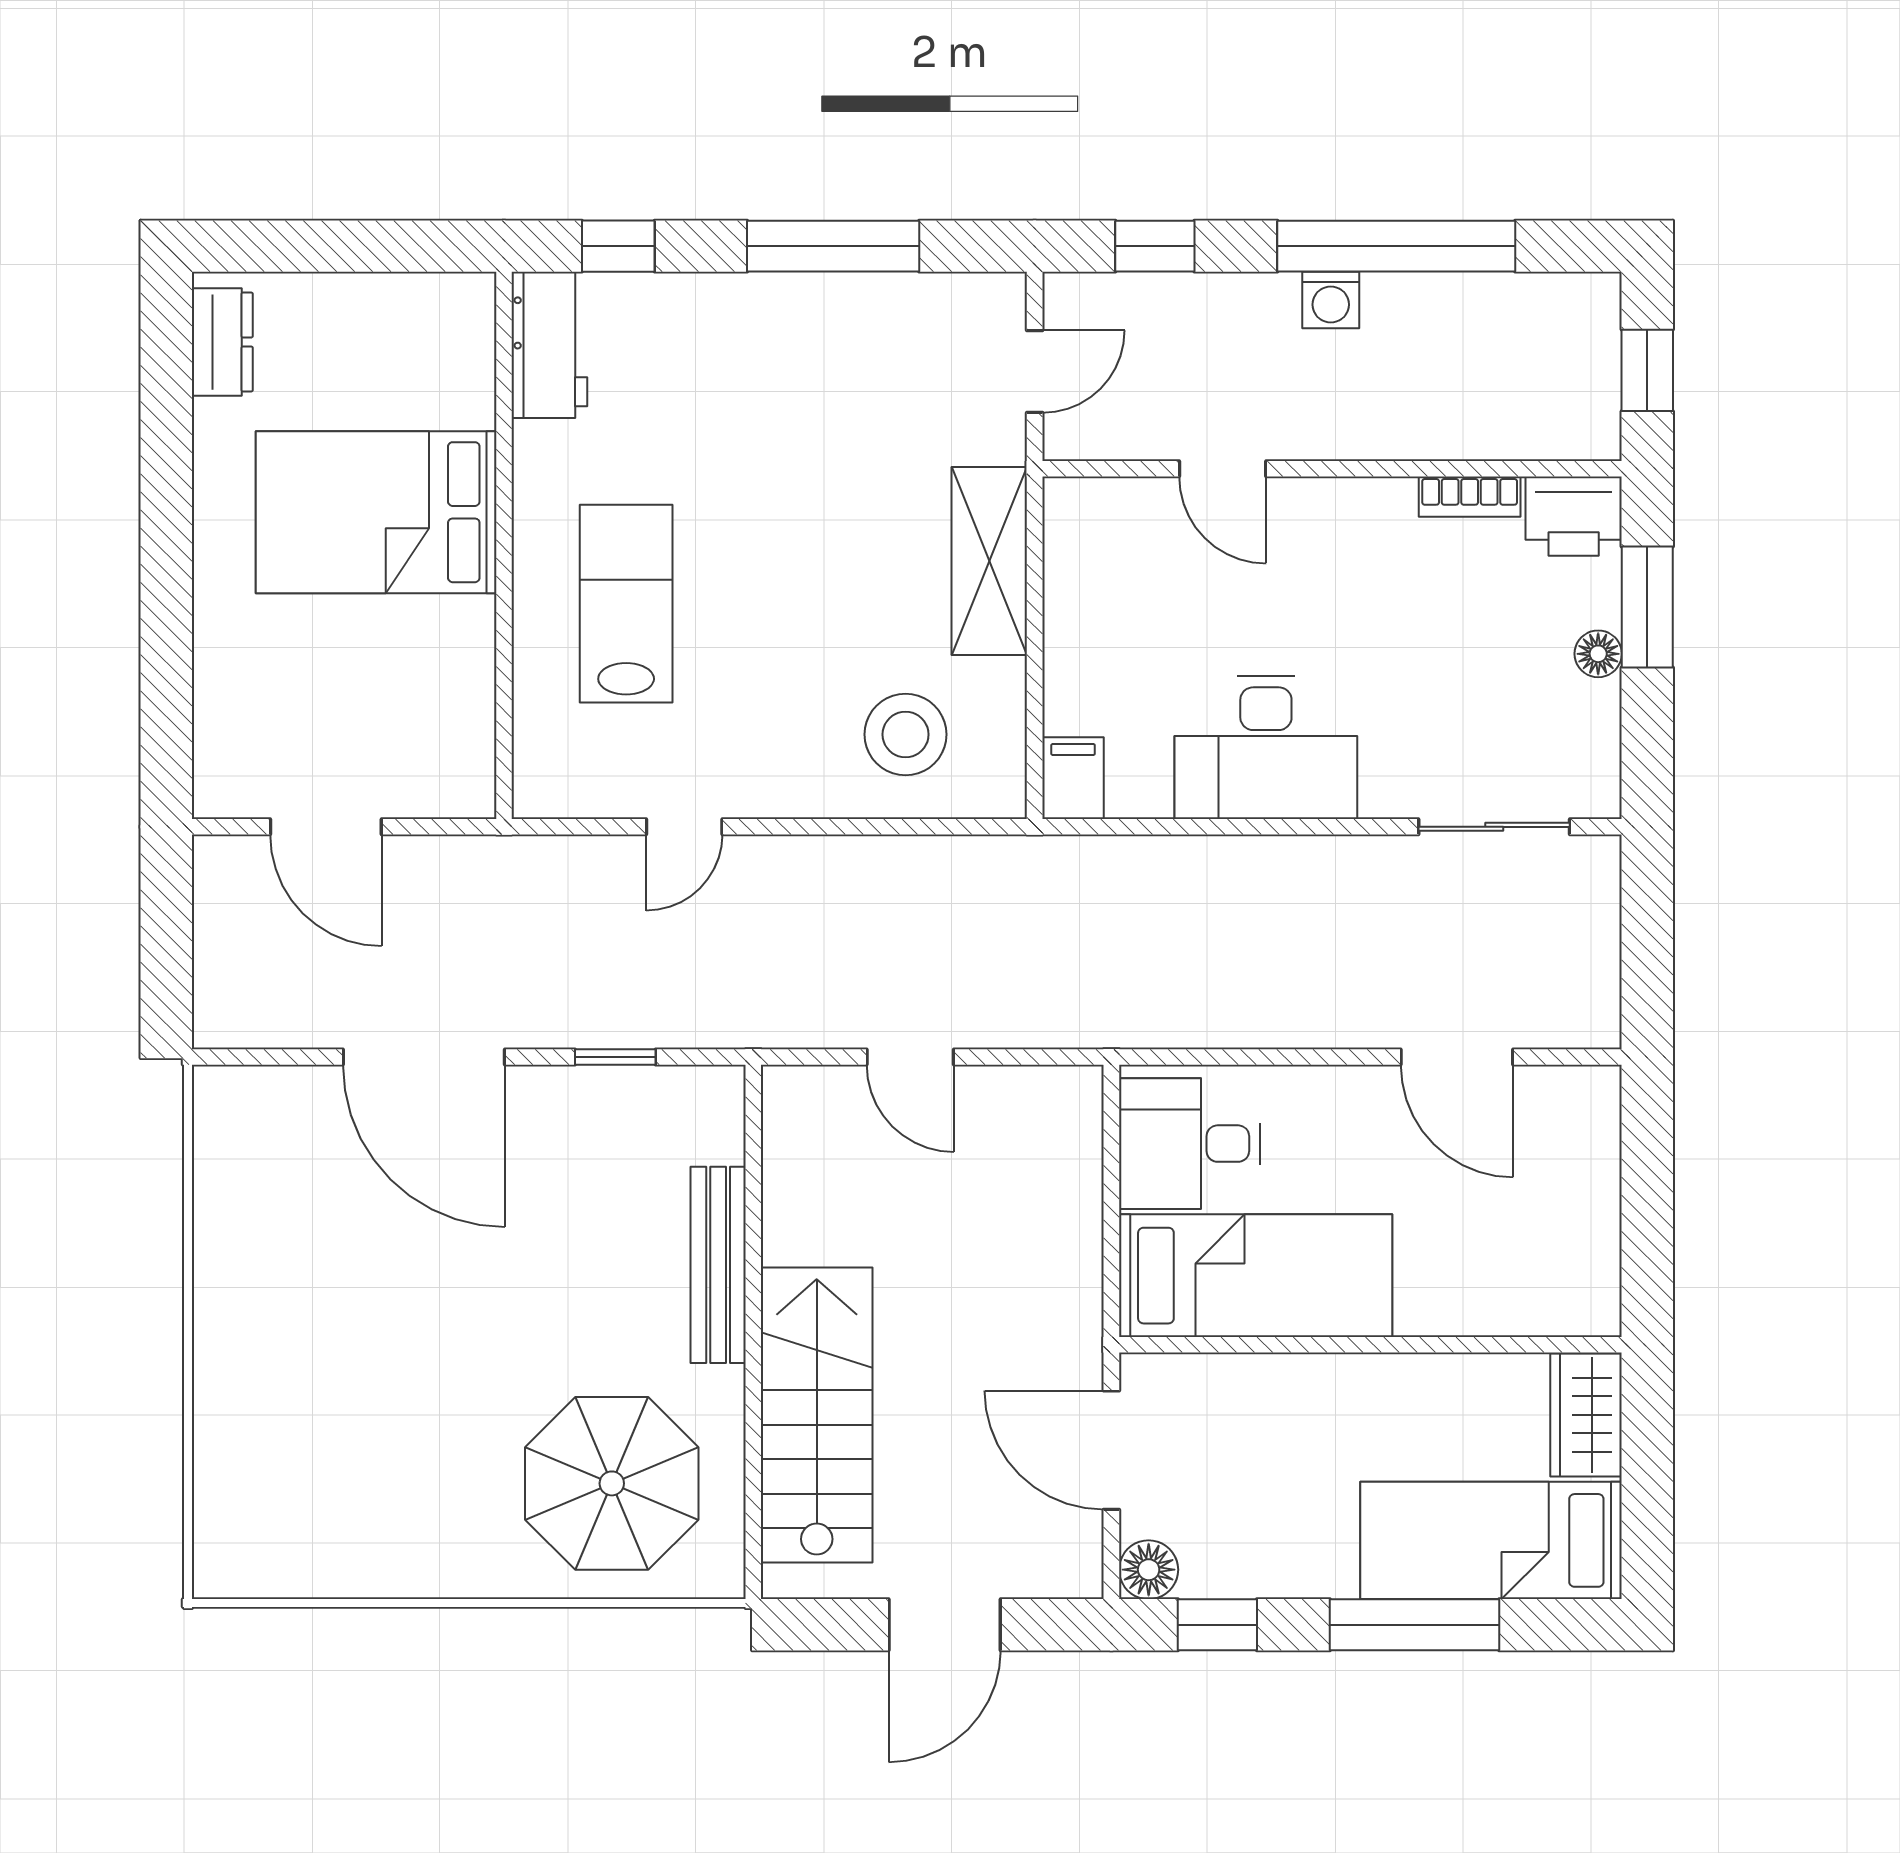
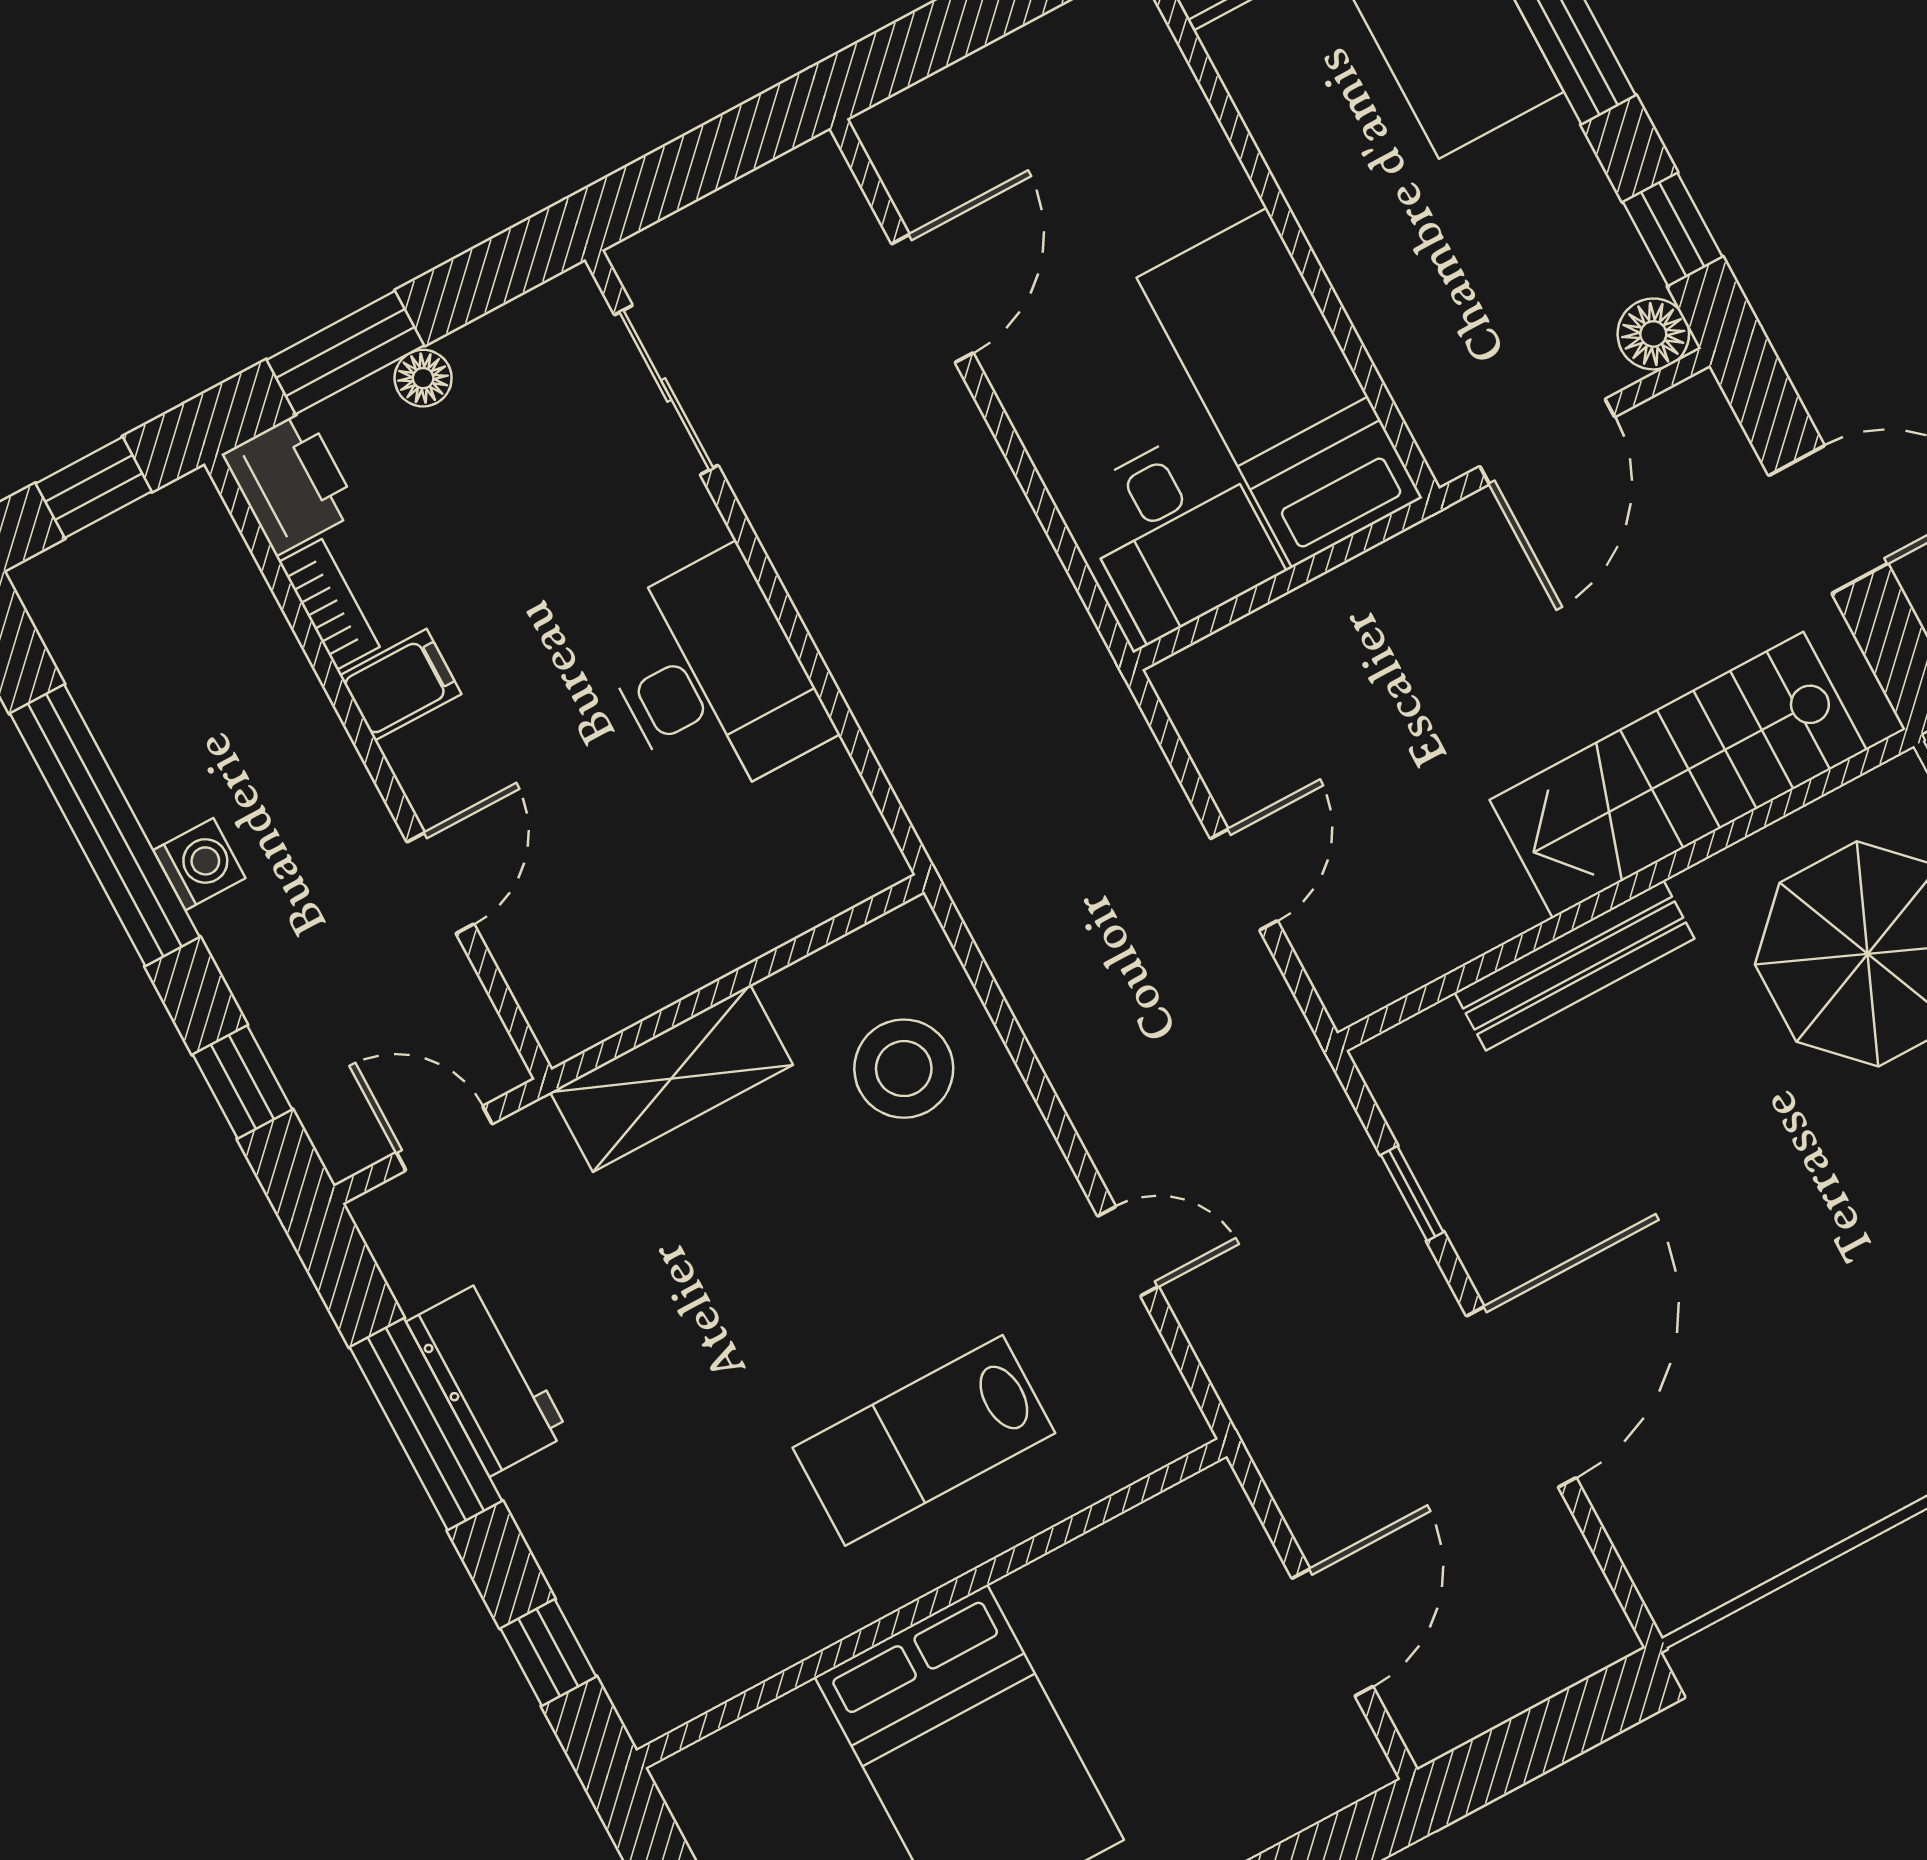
workbench: (549, 345) -> (488, 1378), moved, turned 90
filing cabinet: (1073, 778) -> (401, 685), moved, turned 180

